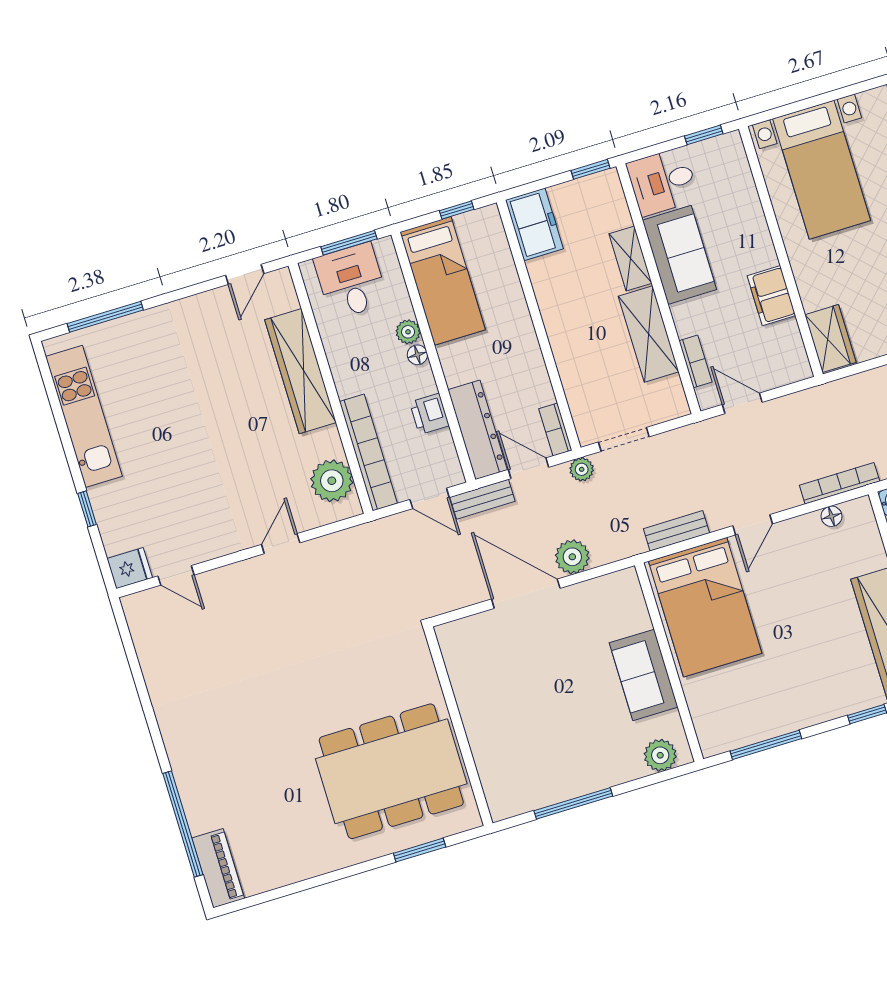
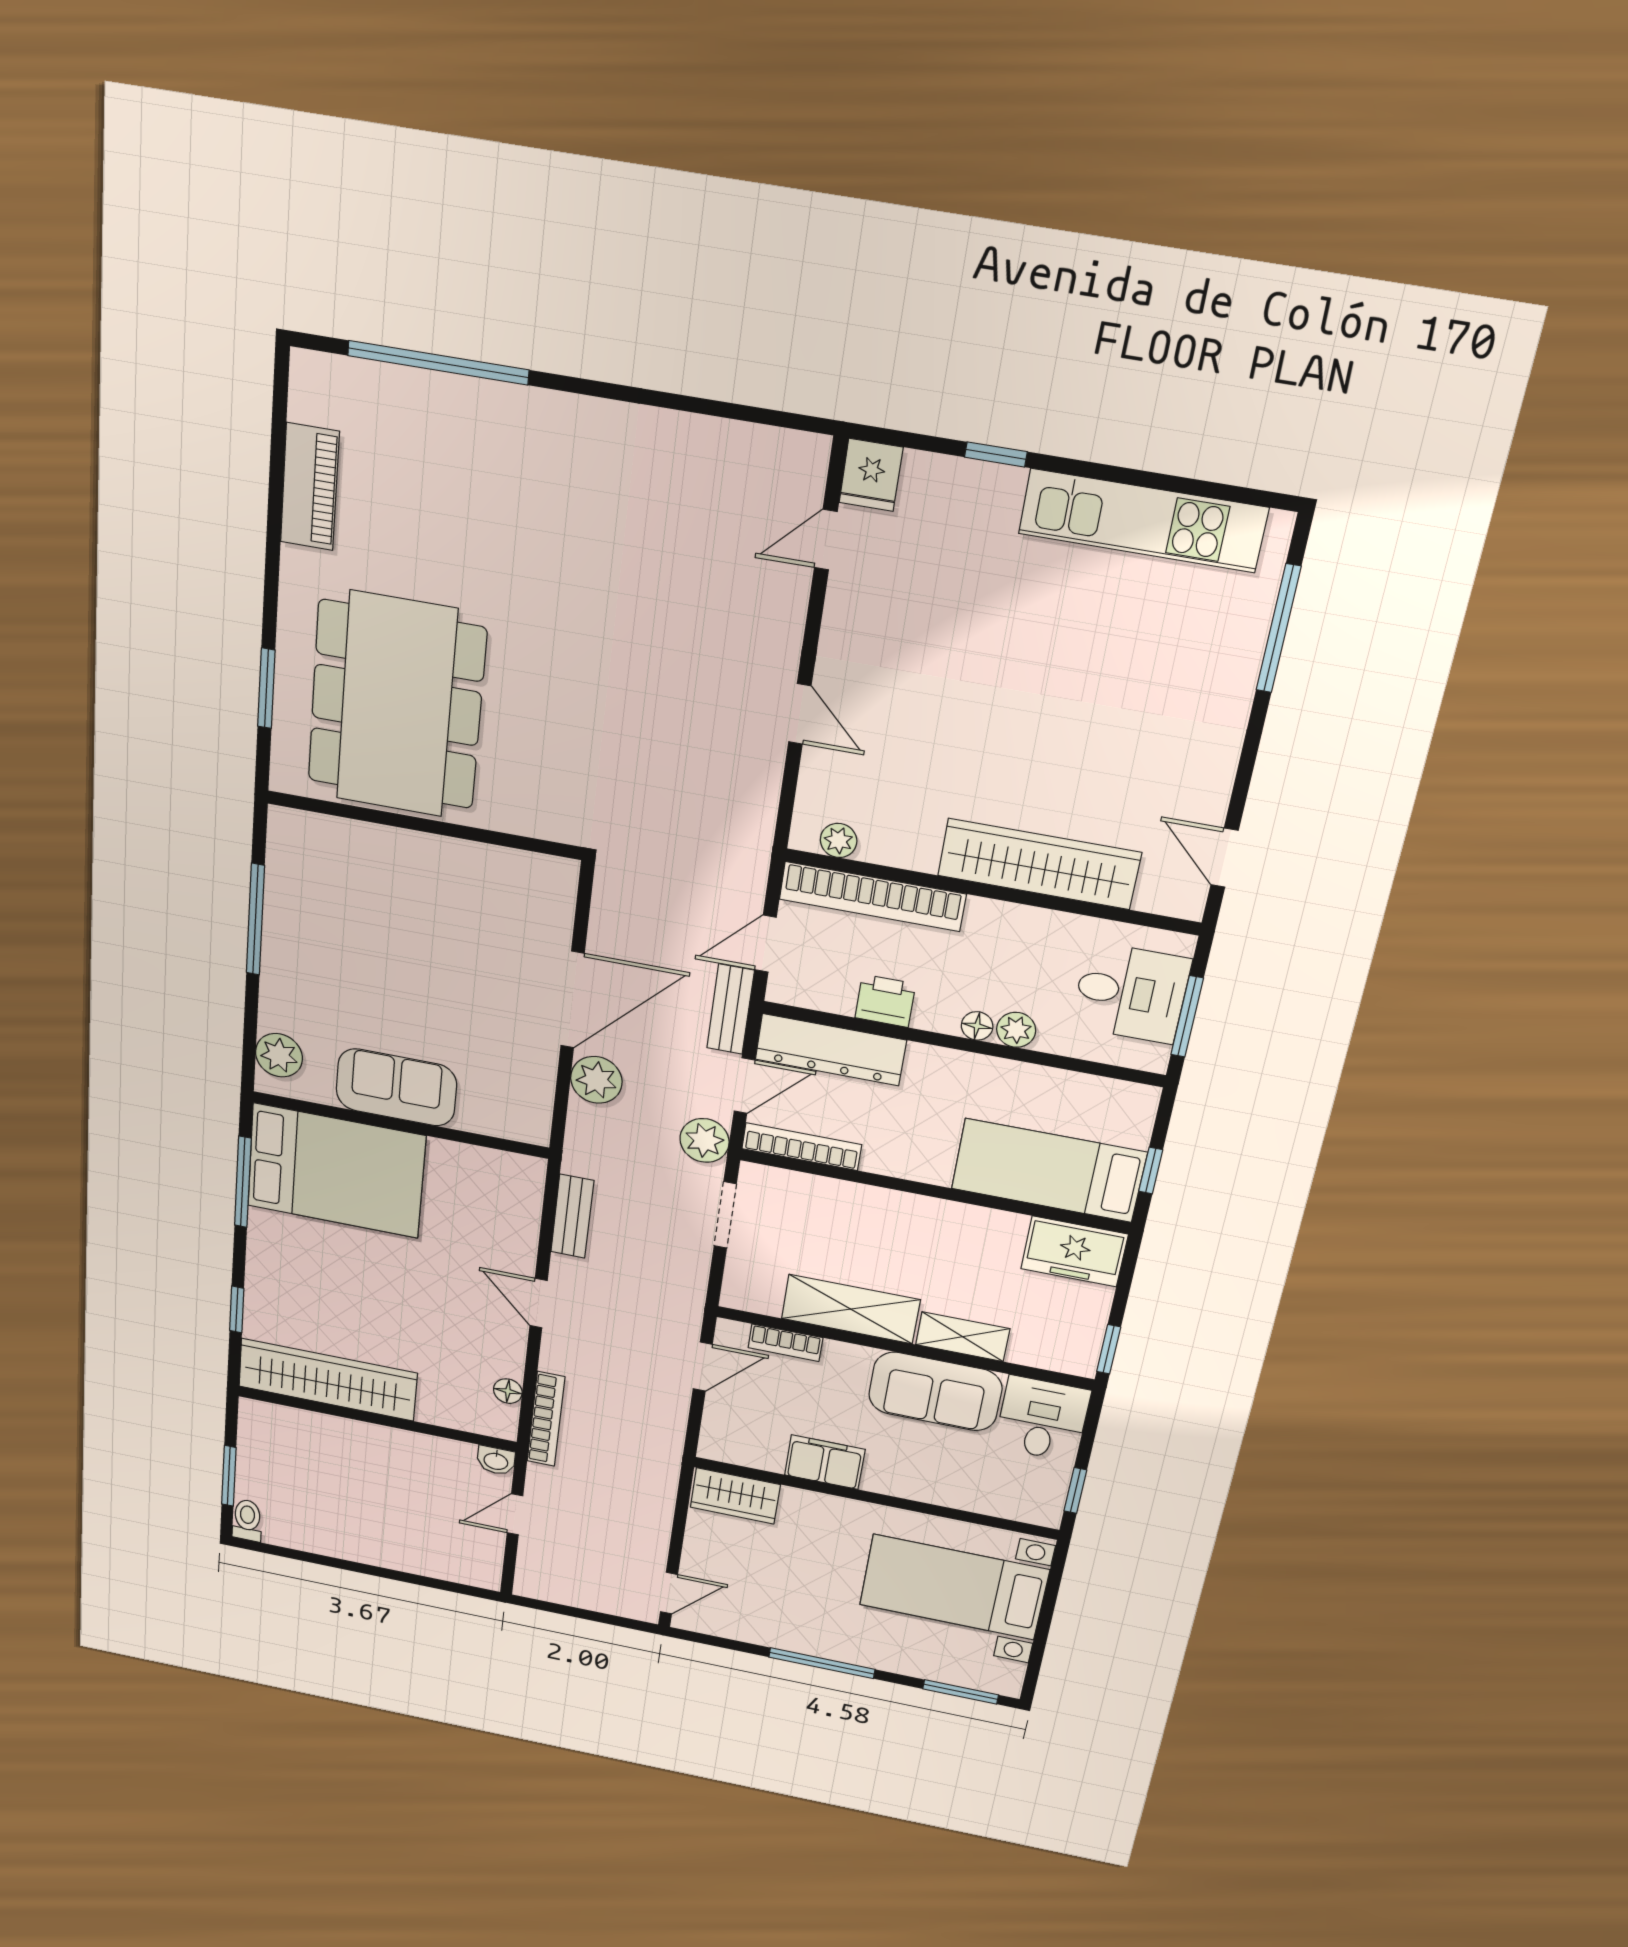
bed: (443, 281) -> (1049, 1170), moved
bookcase: (555, 430) -> (802, 1147), width x1.56
plant: (582, 469) -> (704, 1140), width x1.38, depth x1.38
plant: (332, 481) -> (839, 840), width x0.53, depth x0.53
bed: (705, 607) -> (336, 1171), moved, turned 180
piano: (218, 868) -> (310, 487), moved, turned -90

